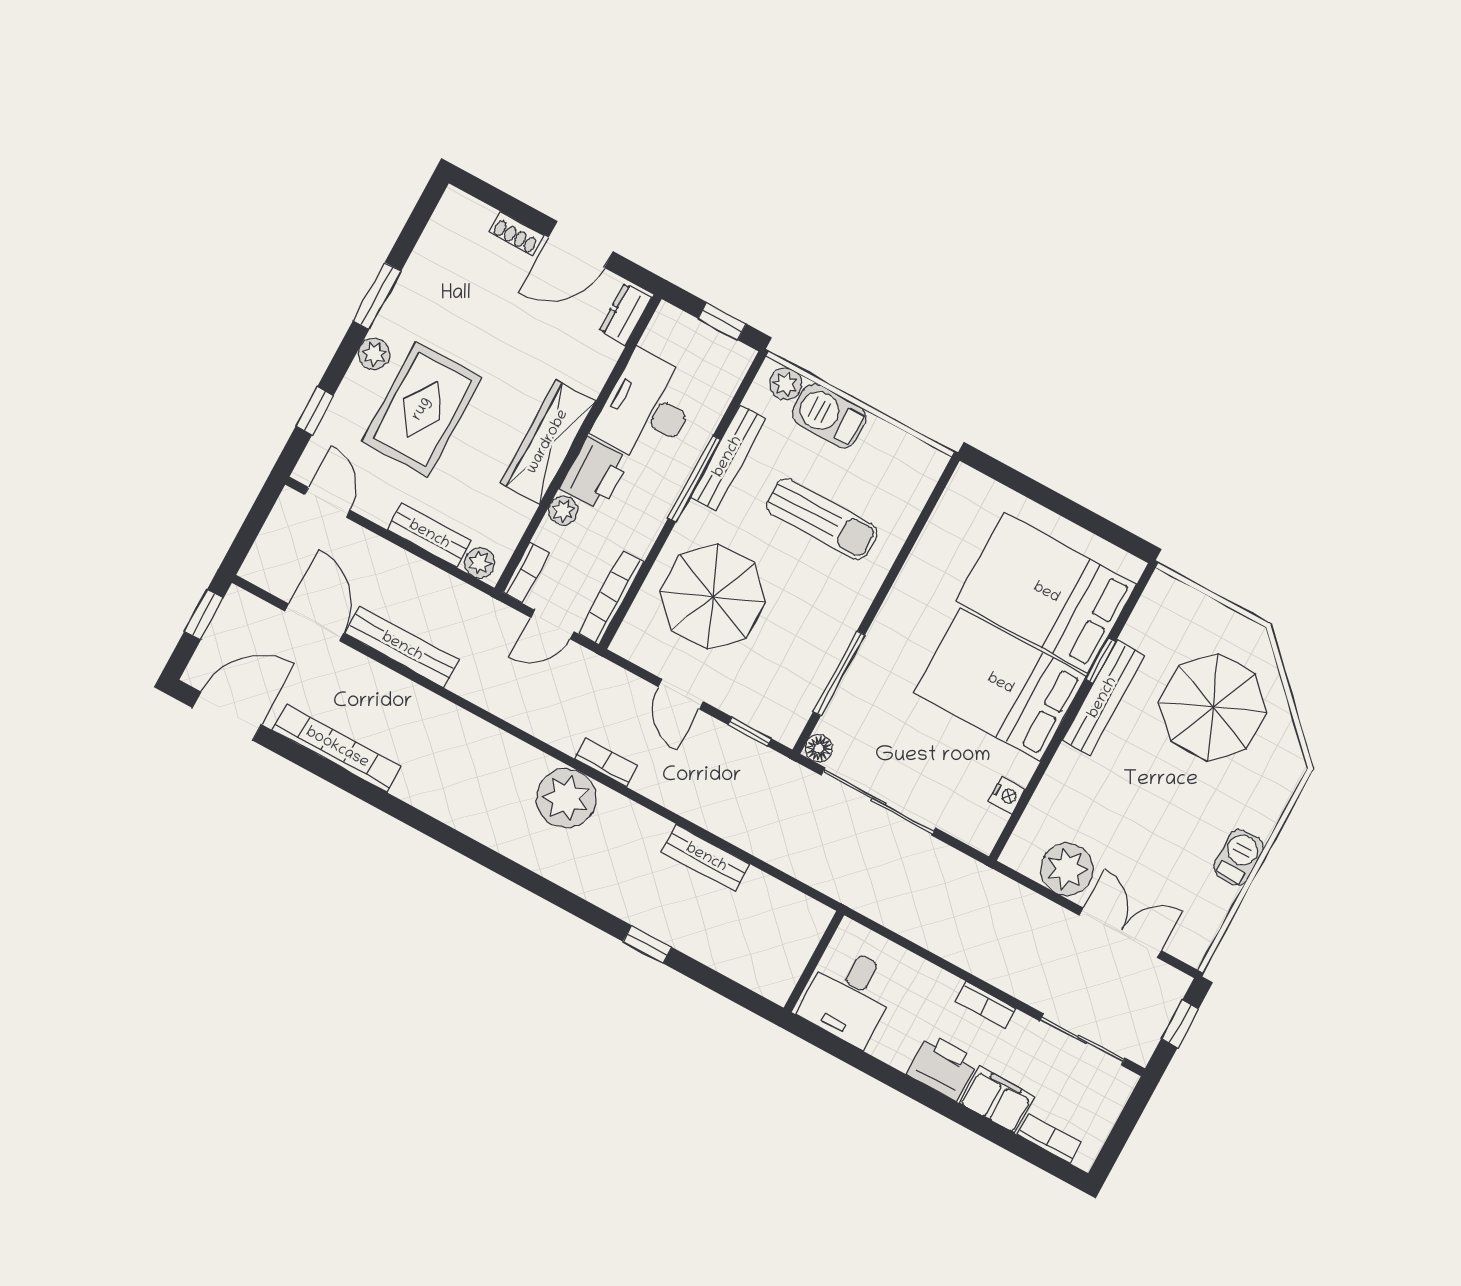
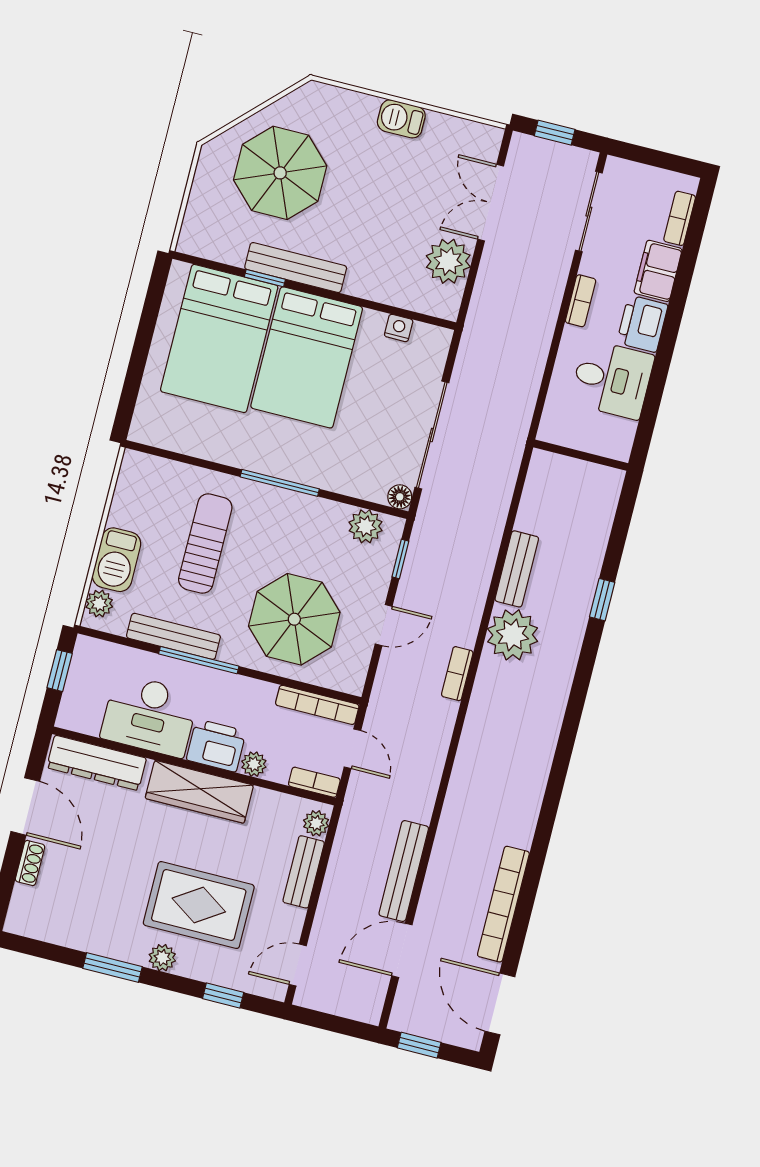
dresser: (625, 314) -> (97, 763), width x1.96, depth x1.24
window: (839, 673) -> (280, 483), moved
plant: (796, 702) -> (366, 526), added
plant: (566, 798) -> (513, 635), moved
desk: (849, 996) -> (612, 379), moved

